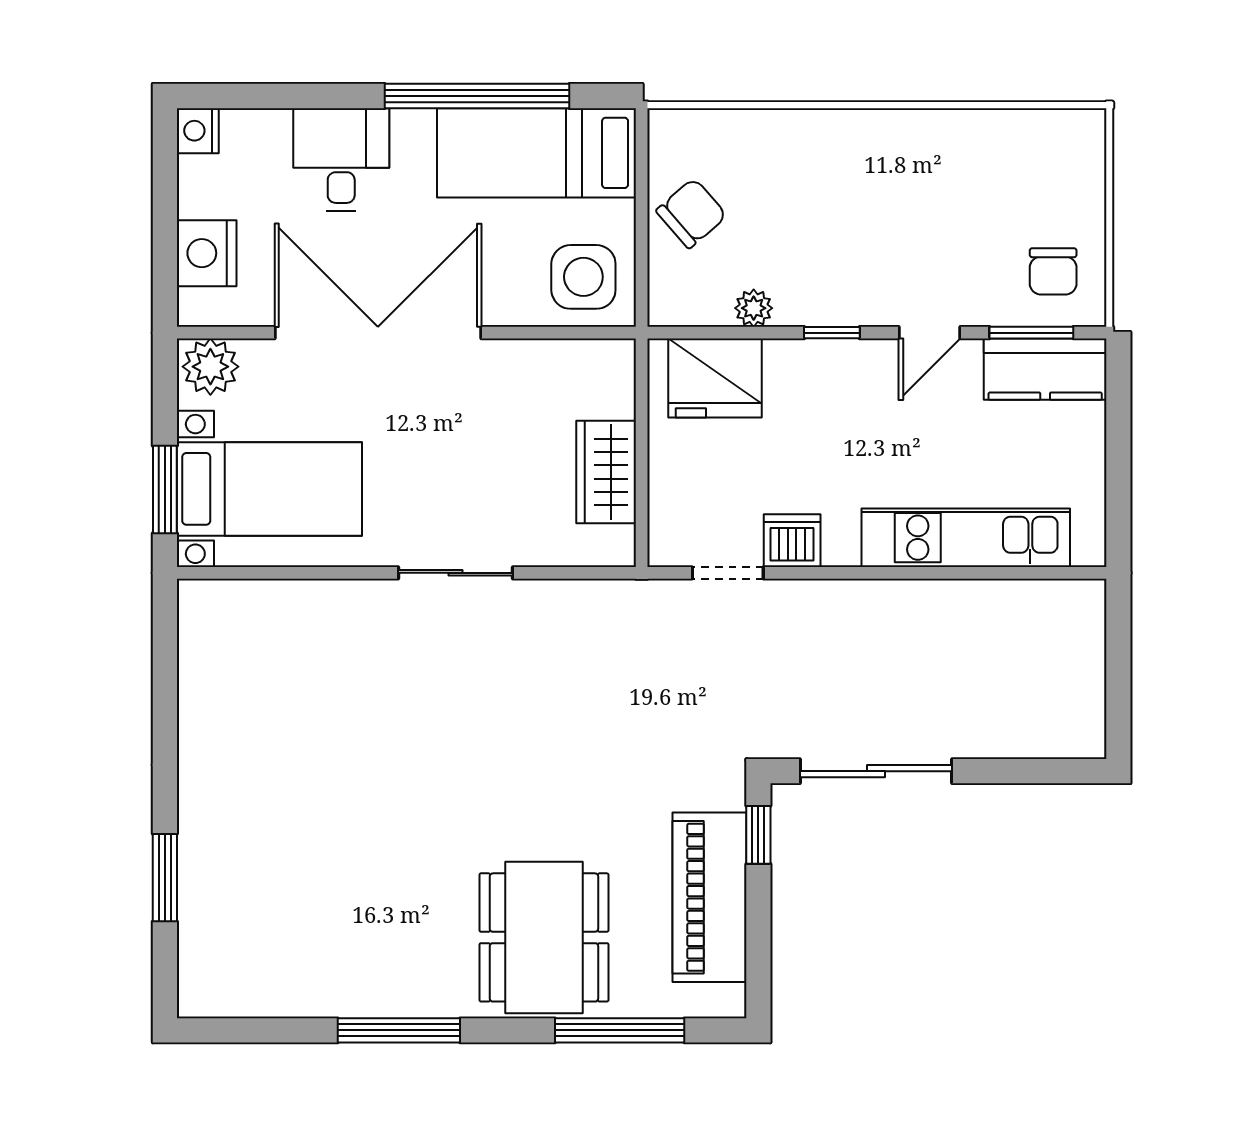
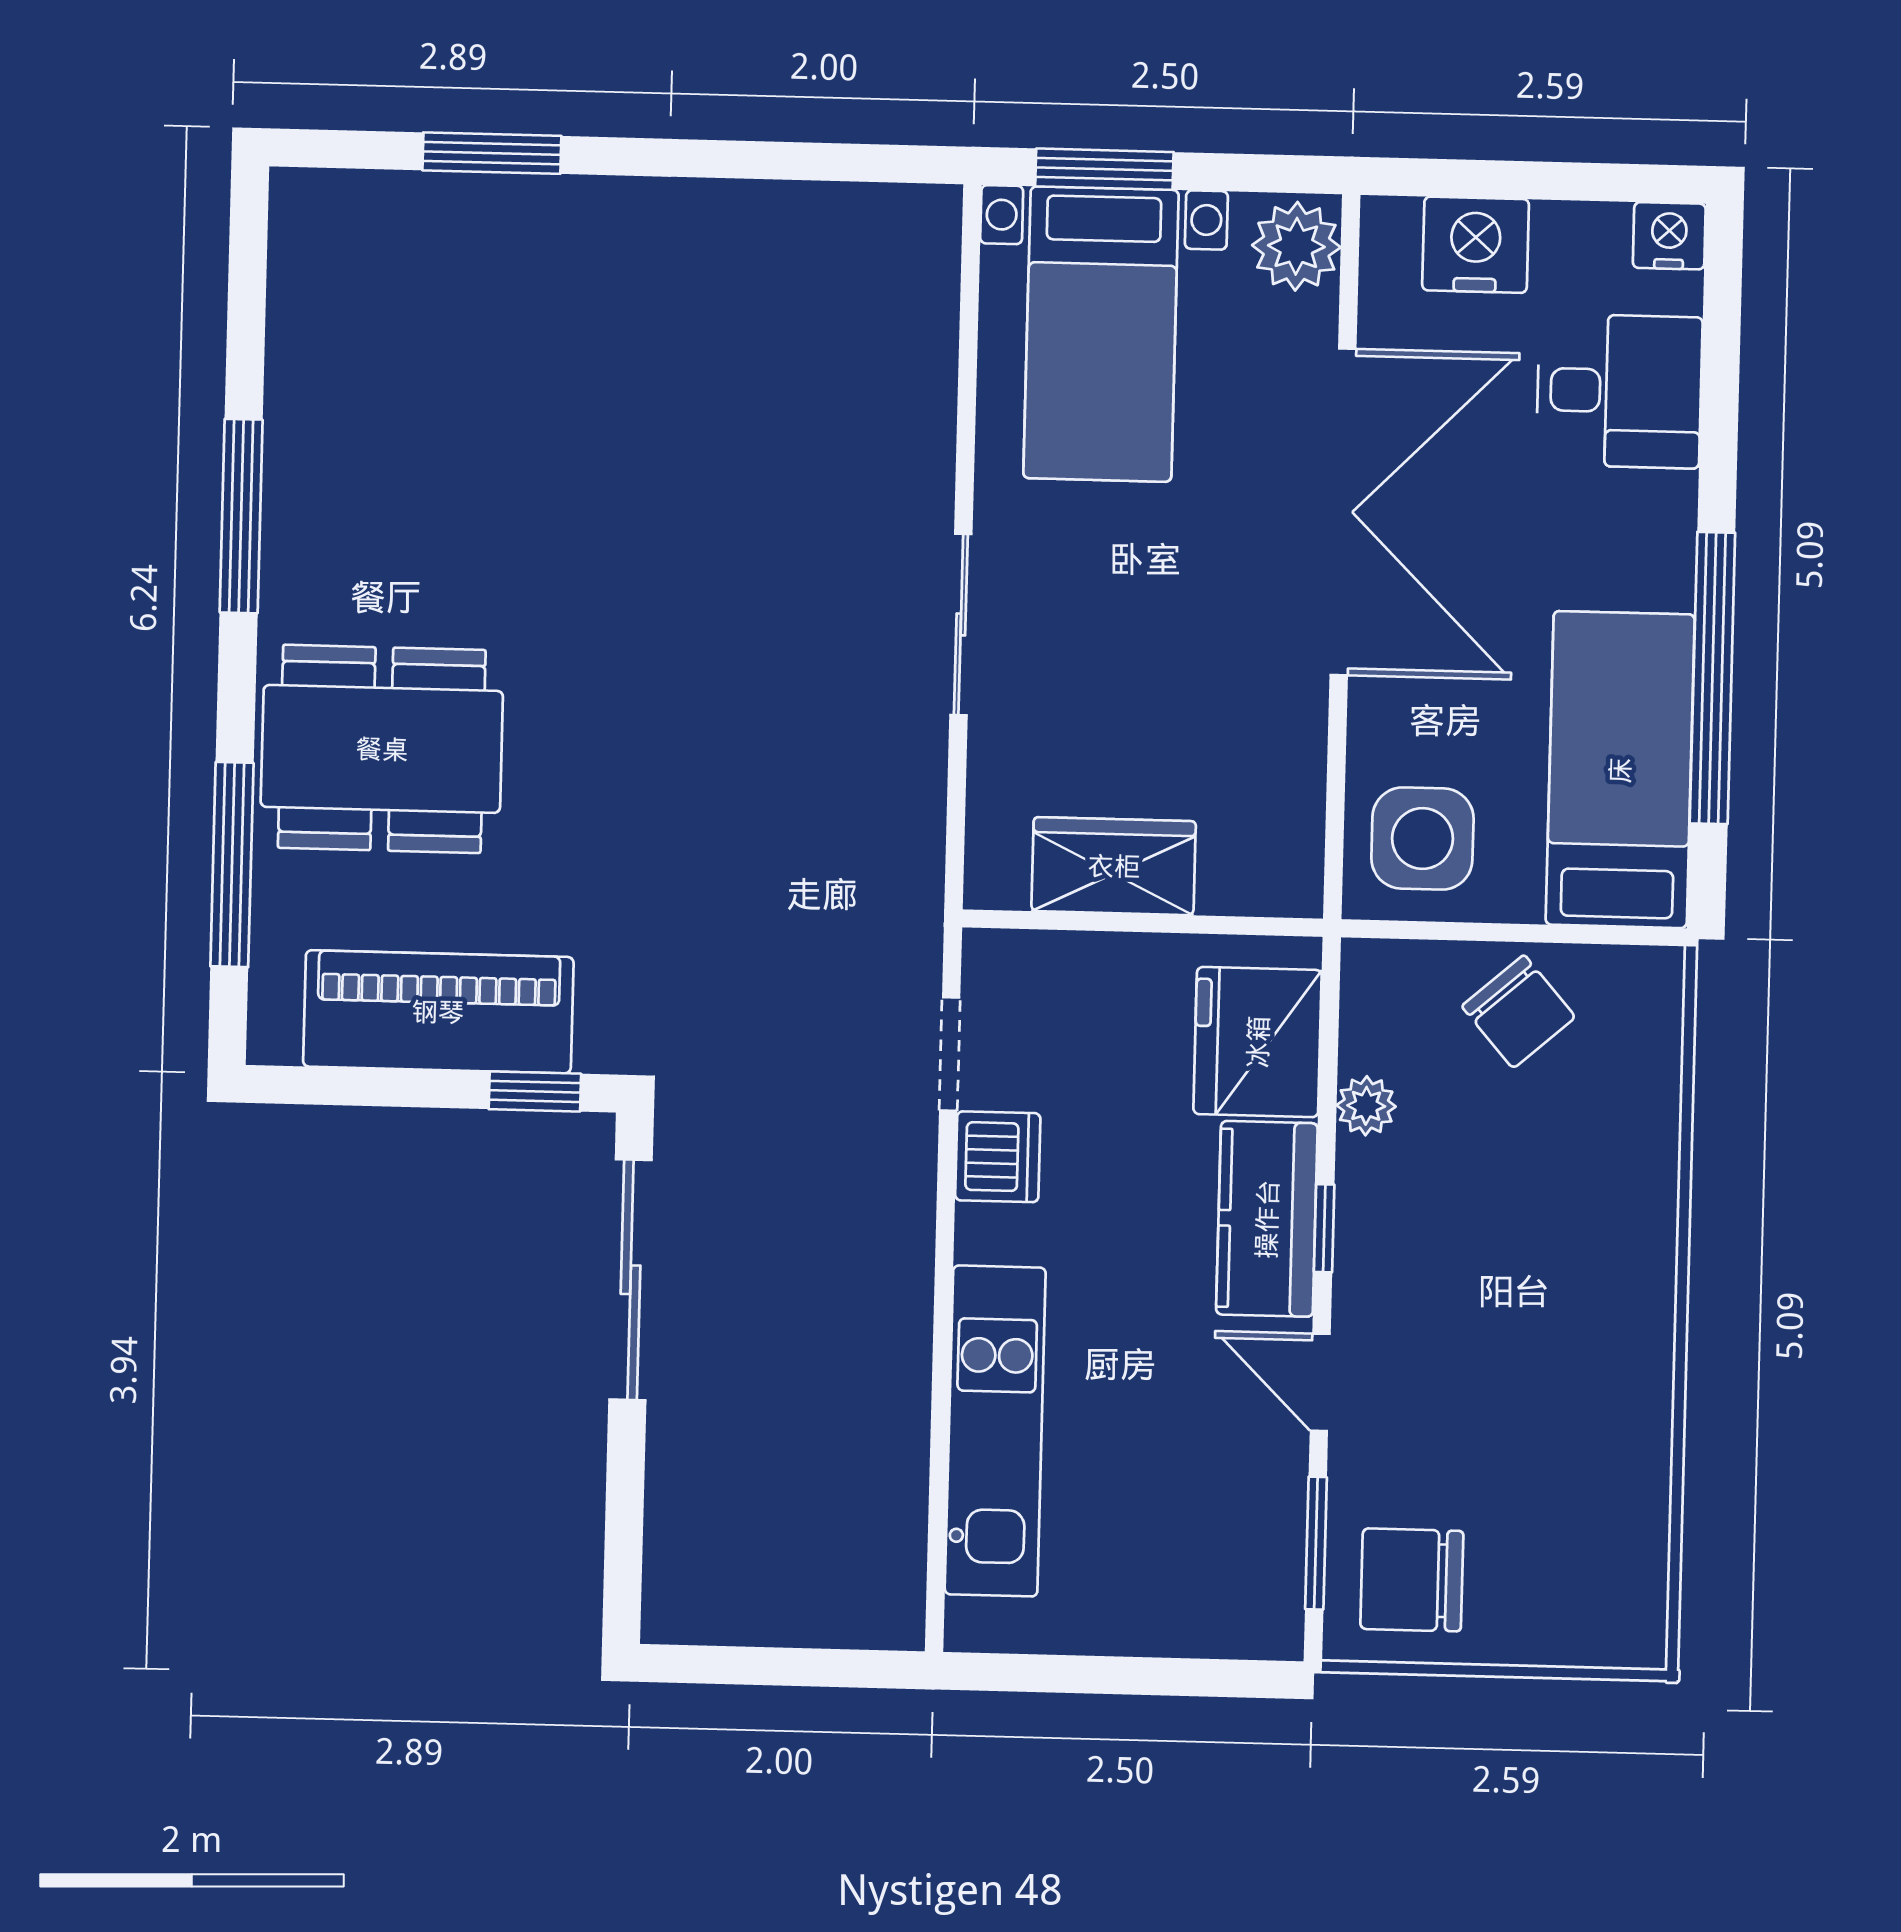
desk: (341, 160) -> (1619, 391), moved
chair: (1053, 271) -> (1412, 1580), width x1.37, depth x1.37
kitchen counter: (1045, 369) -> (1267, 1219), moved

